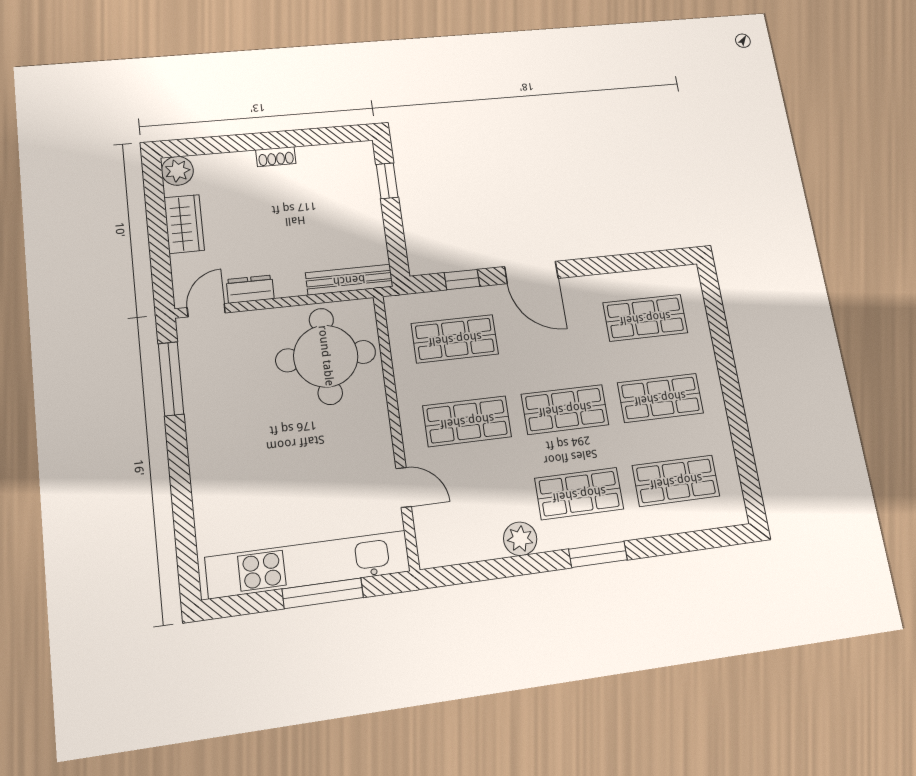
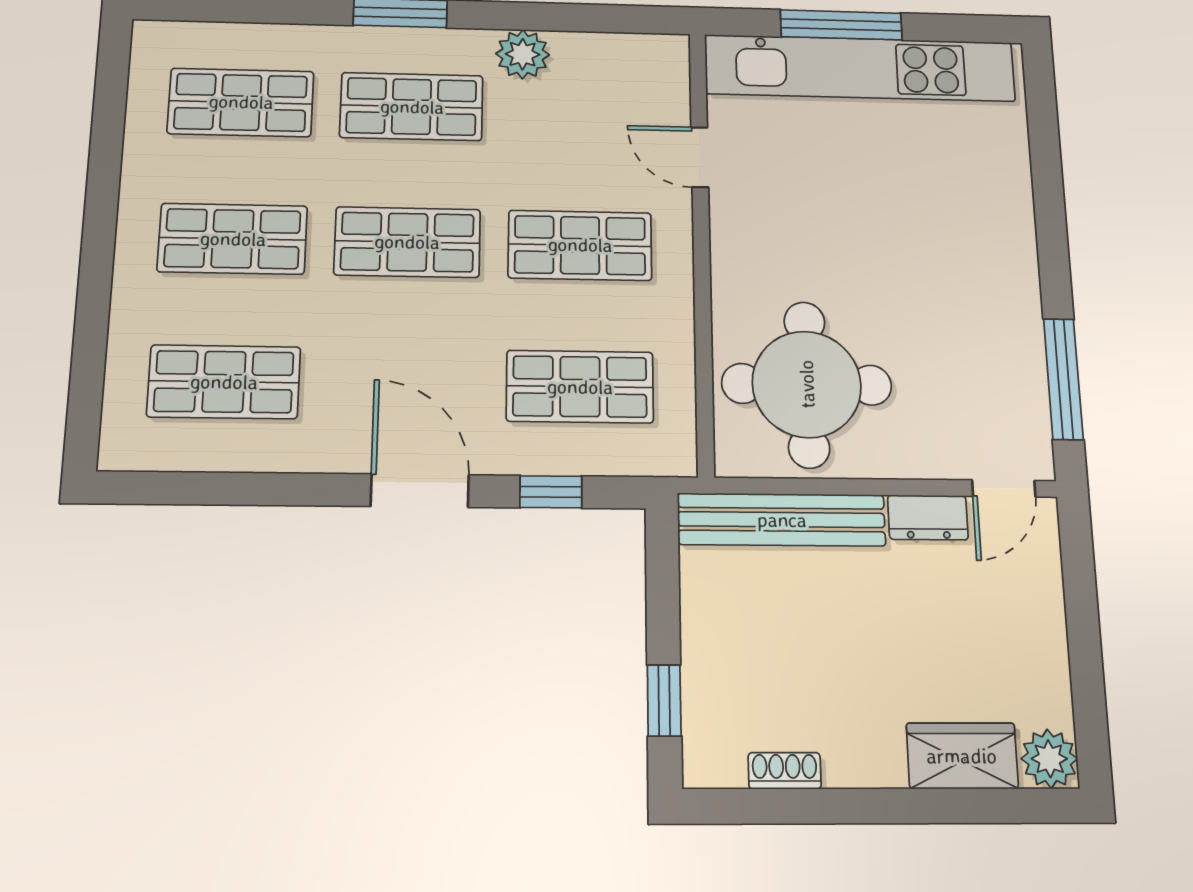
shoe rack: (276, 157) -> (785, 771), moved
wardrobe: (184, 224) -> (962, 756), moved, turned 90
bench: (349, 280) -> (782, 520), width x1.37, depth x1.21

